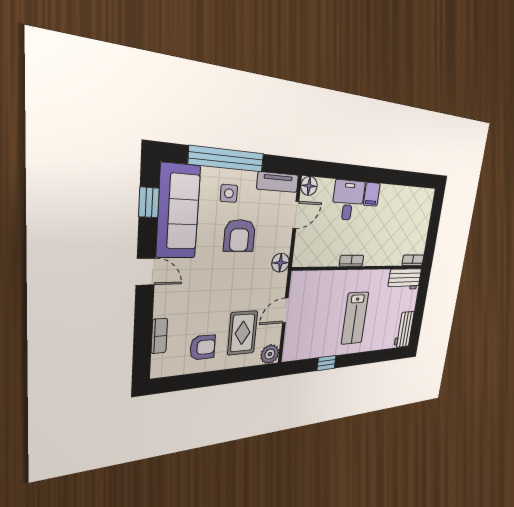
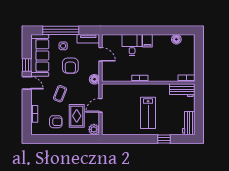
floor lamp: (309, 186) -> (176, 39), moved
window: (149, 202) -> (27, 65), moved
door: (296, 215) -> (100, 54), hinge flipped
coffee table: (215, 292) -> (60, 94), added
window: (326, 363) -> (164, 139), moved

